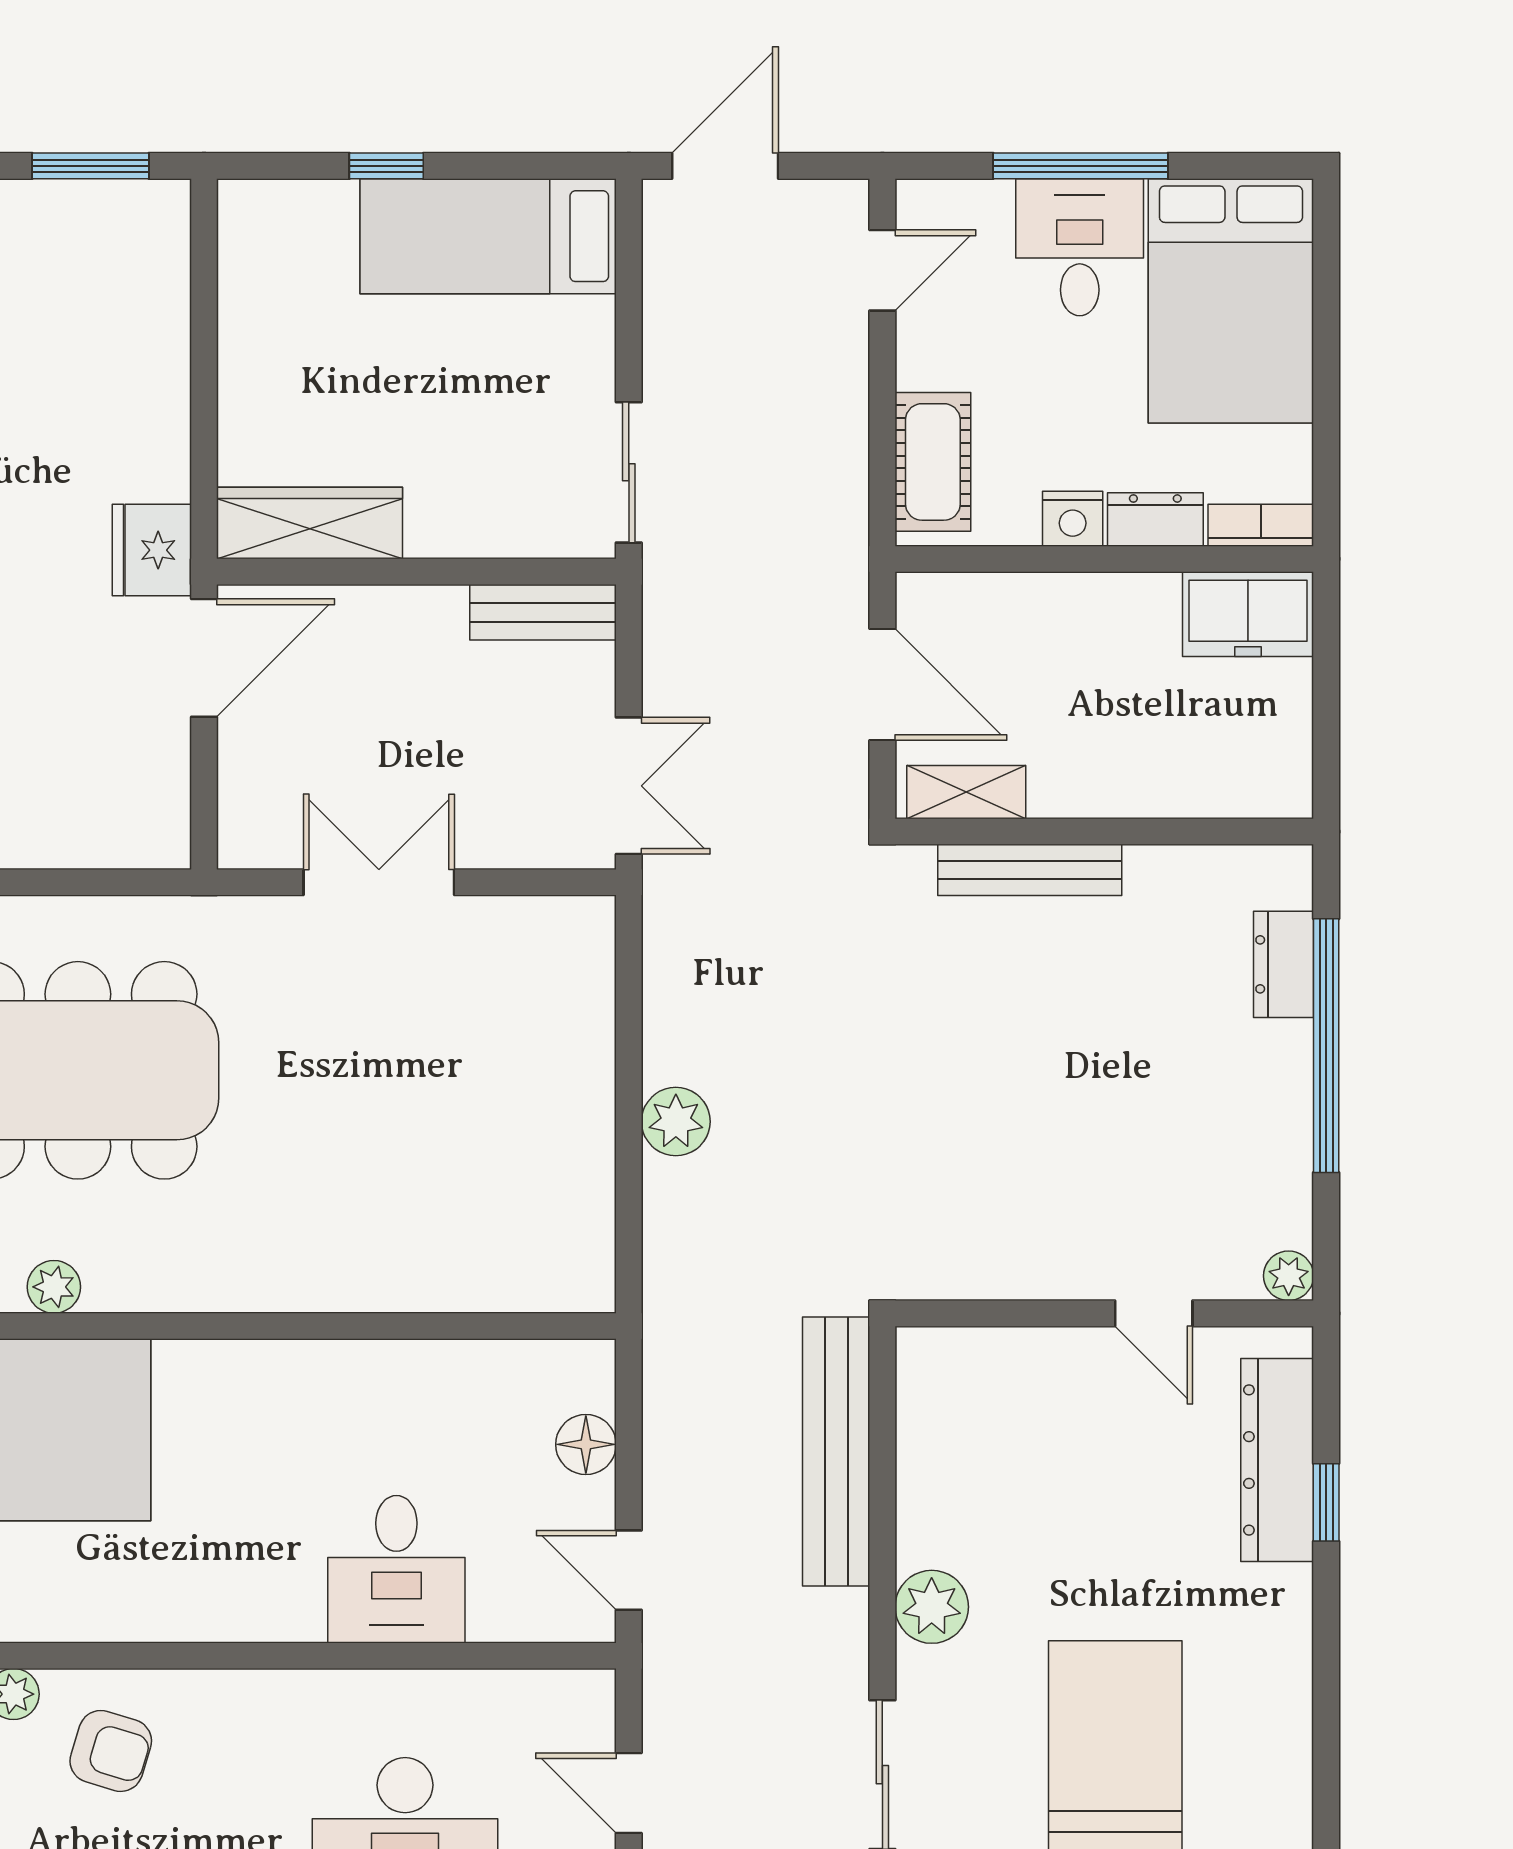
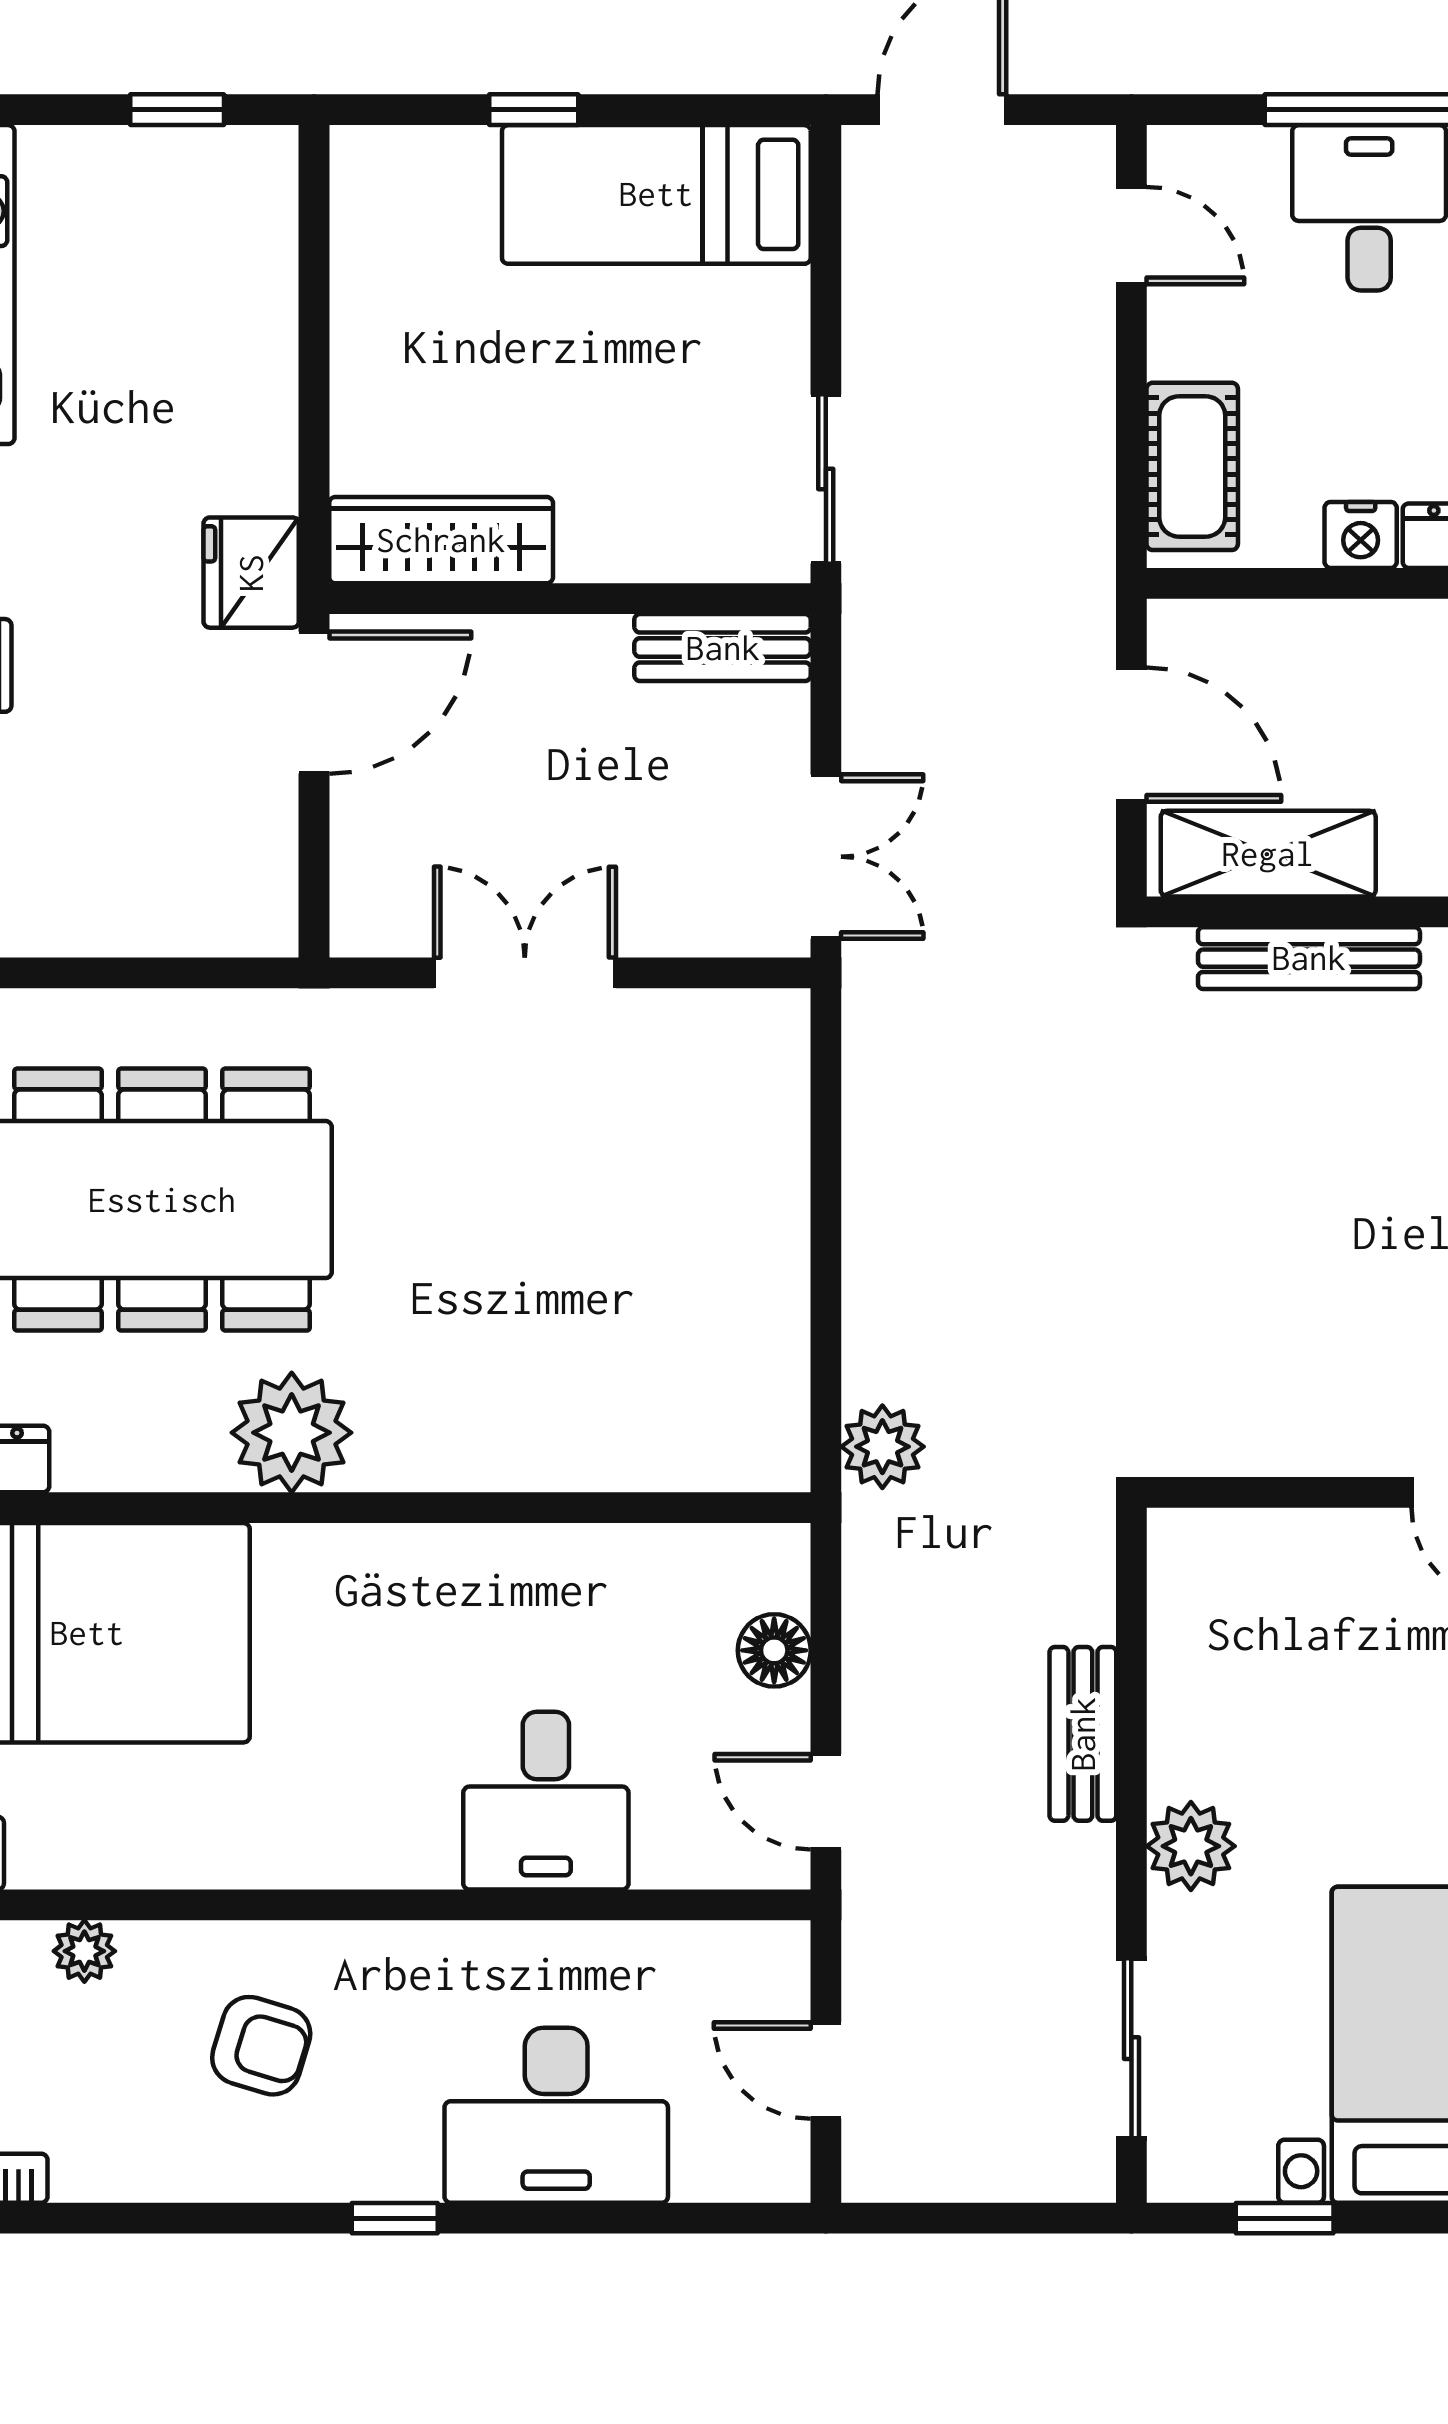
window: (90, 166) -> (177, 110), width x0.67
door: (882, 270) -> (1131, 236), hinge flipped
shelving: (966, 792) -> (1268, 854), width x1.50, depth x1.33
plant: (676, 1122) -> (882, 1447), moved
plant: (54, 1287) -> (292, 1433), moved, width x1.88, depth x1.88
bench: (836, 1451) -> (1083, 1734), width x0.54, depth x0.82
armchair: (111, 1751) -> (261, 2046), moved

